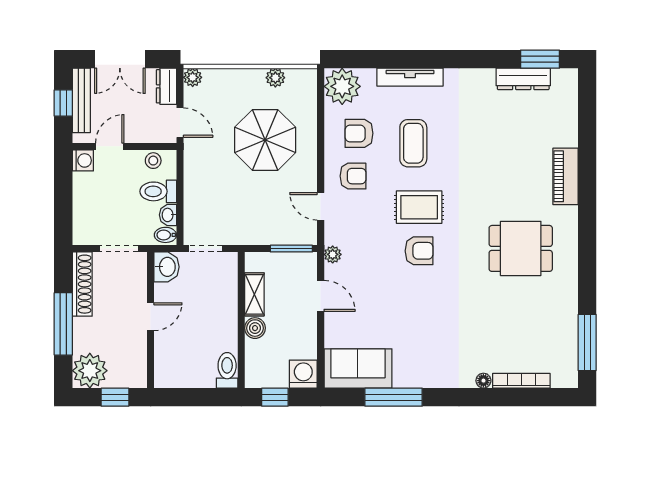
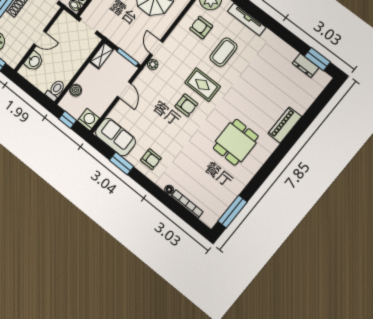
dresser: (523, 79) -> (306, 65), width x0.70
armchair: (353, 176) -> (151, 159), moved
dining table: (521, 248) -> (236, 142), turned 90
plant: (333, 254) -> (153, 64), moved
washbasin: (167, 267) -> (34, 61), moved
shelving: (254, 294) -> (102, 55), moved
boiler: (255, 328) -> (76, 90), moved
window: (394, 397) -> (121, 163), width x0.69

